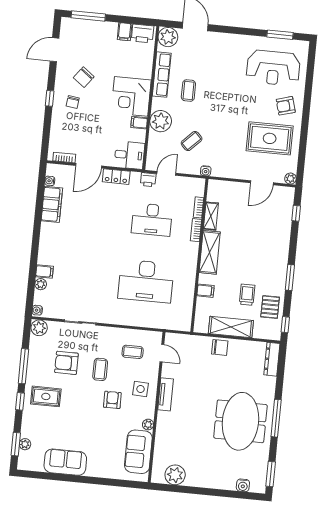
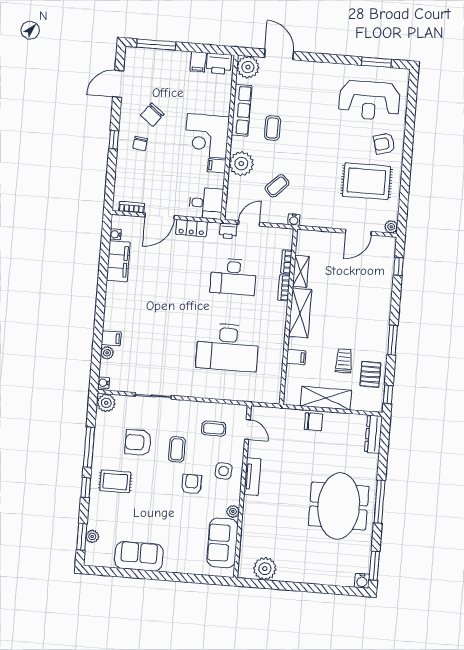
water cooler: (243, 485) -> (362, 581), moved

